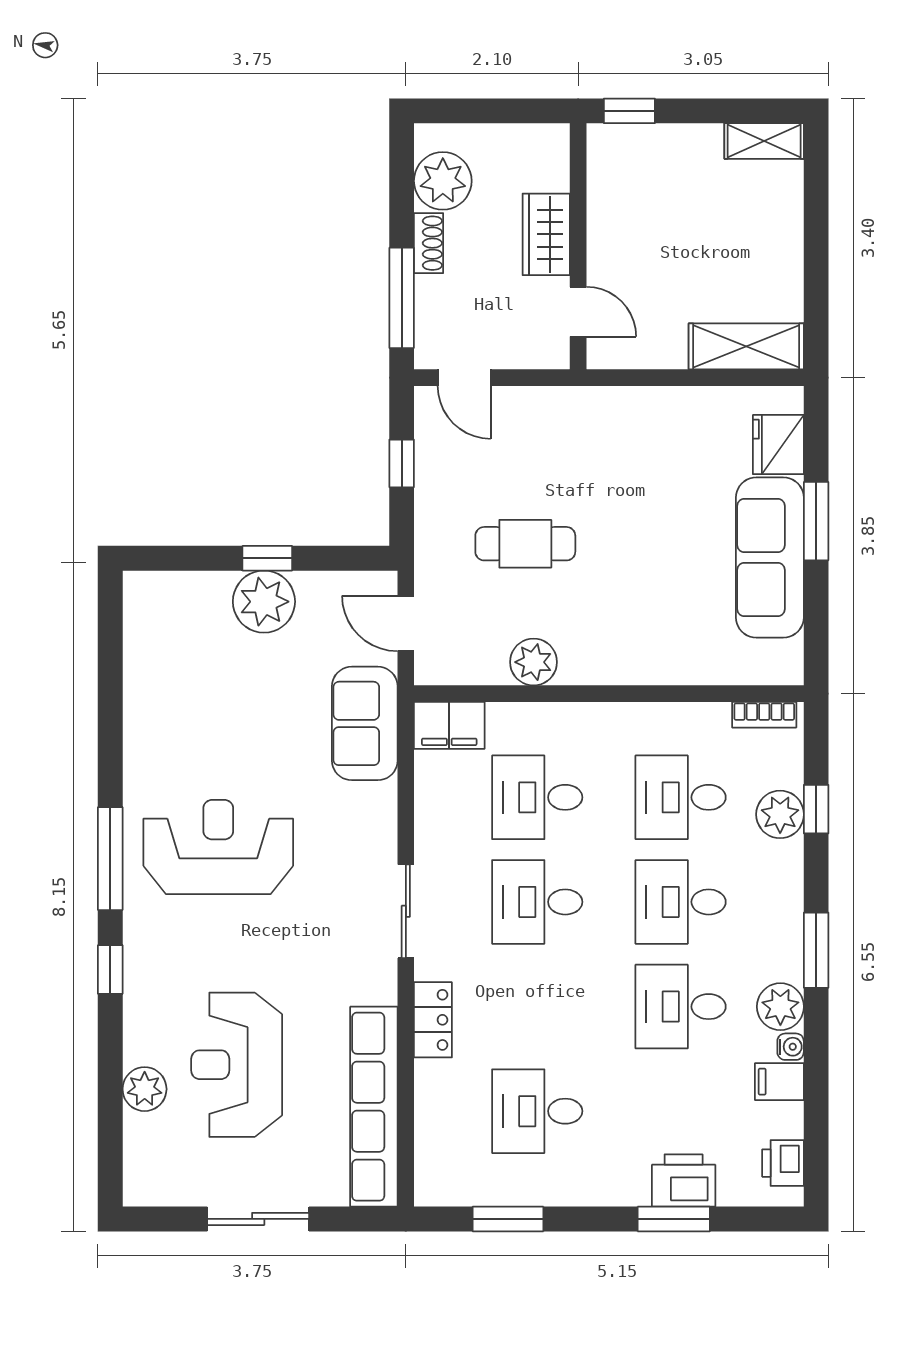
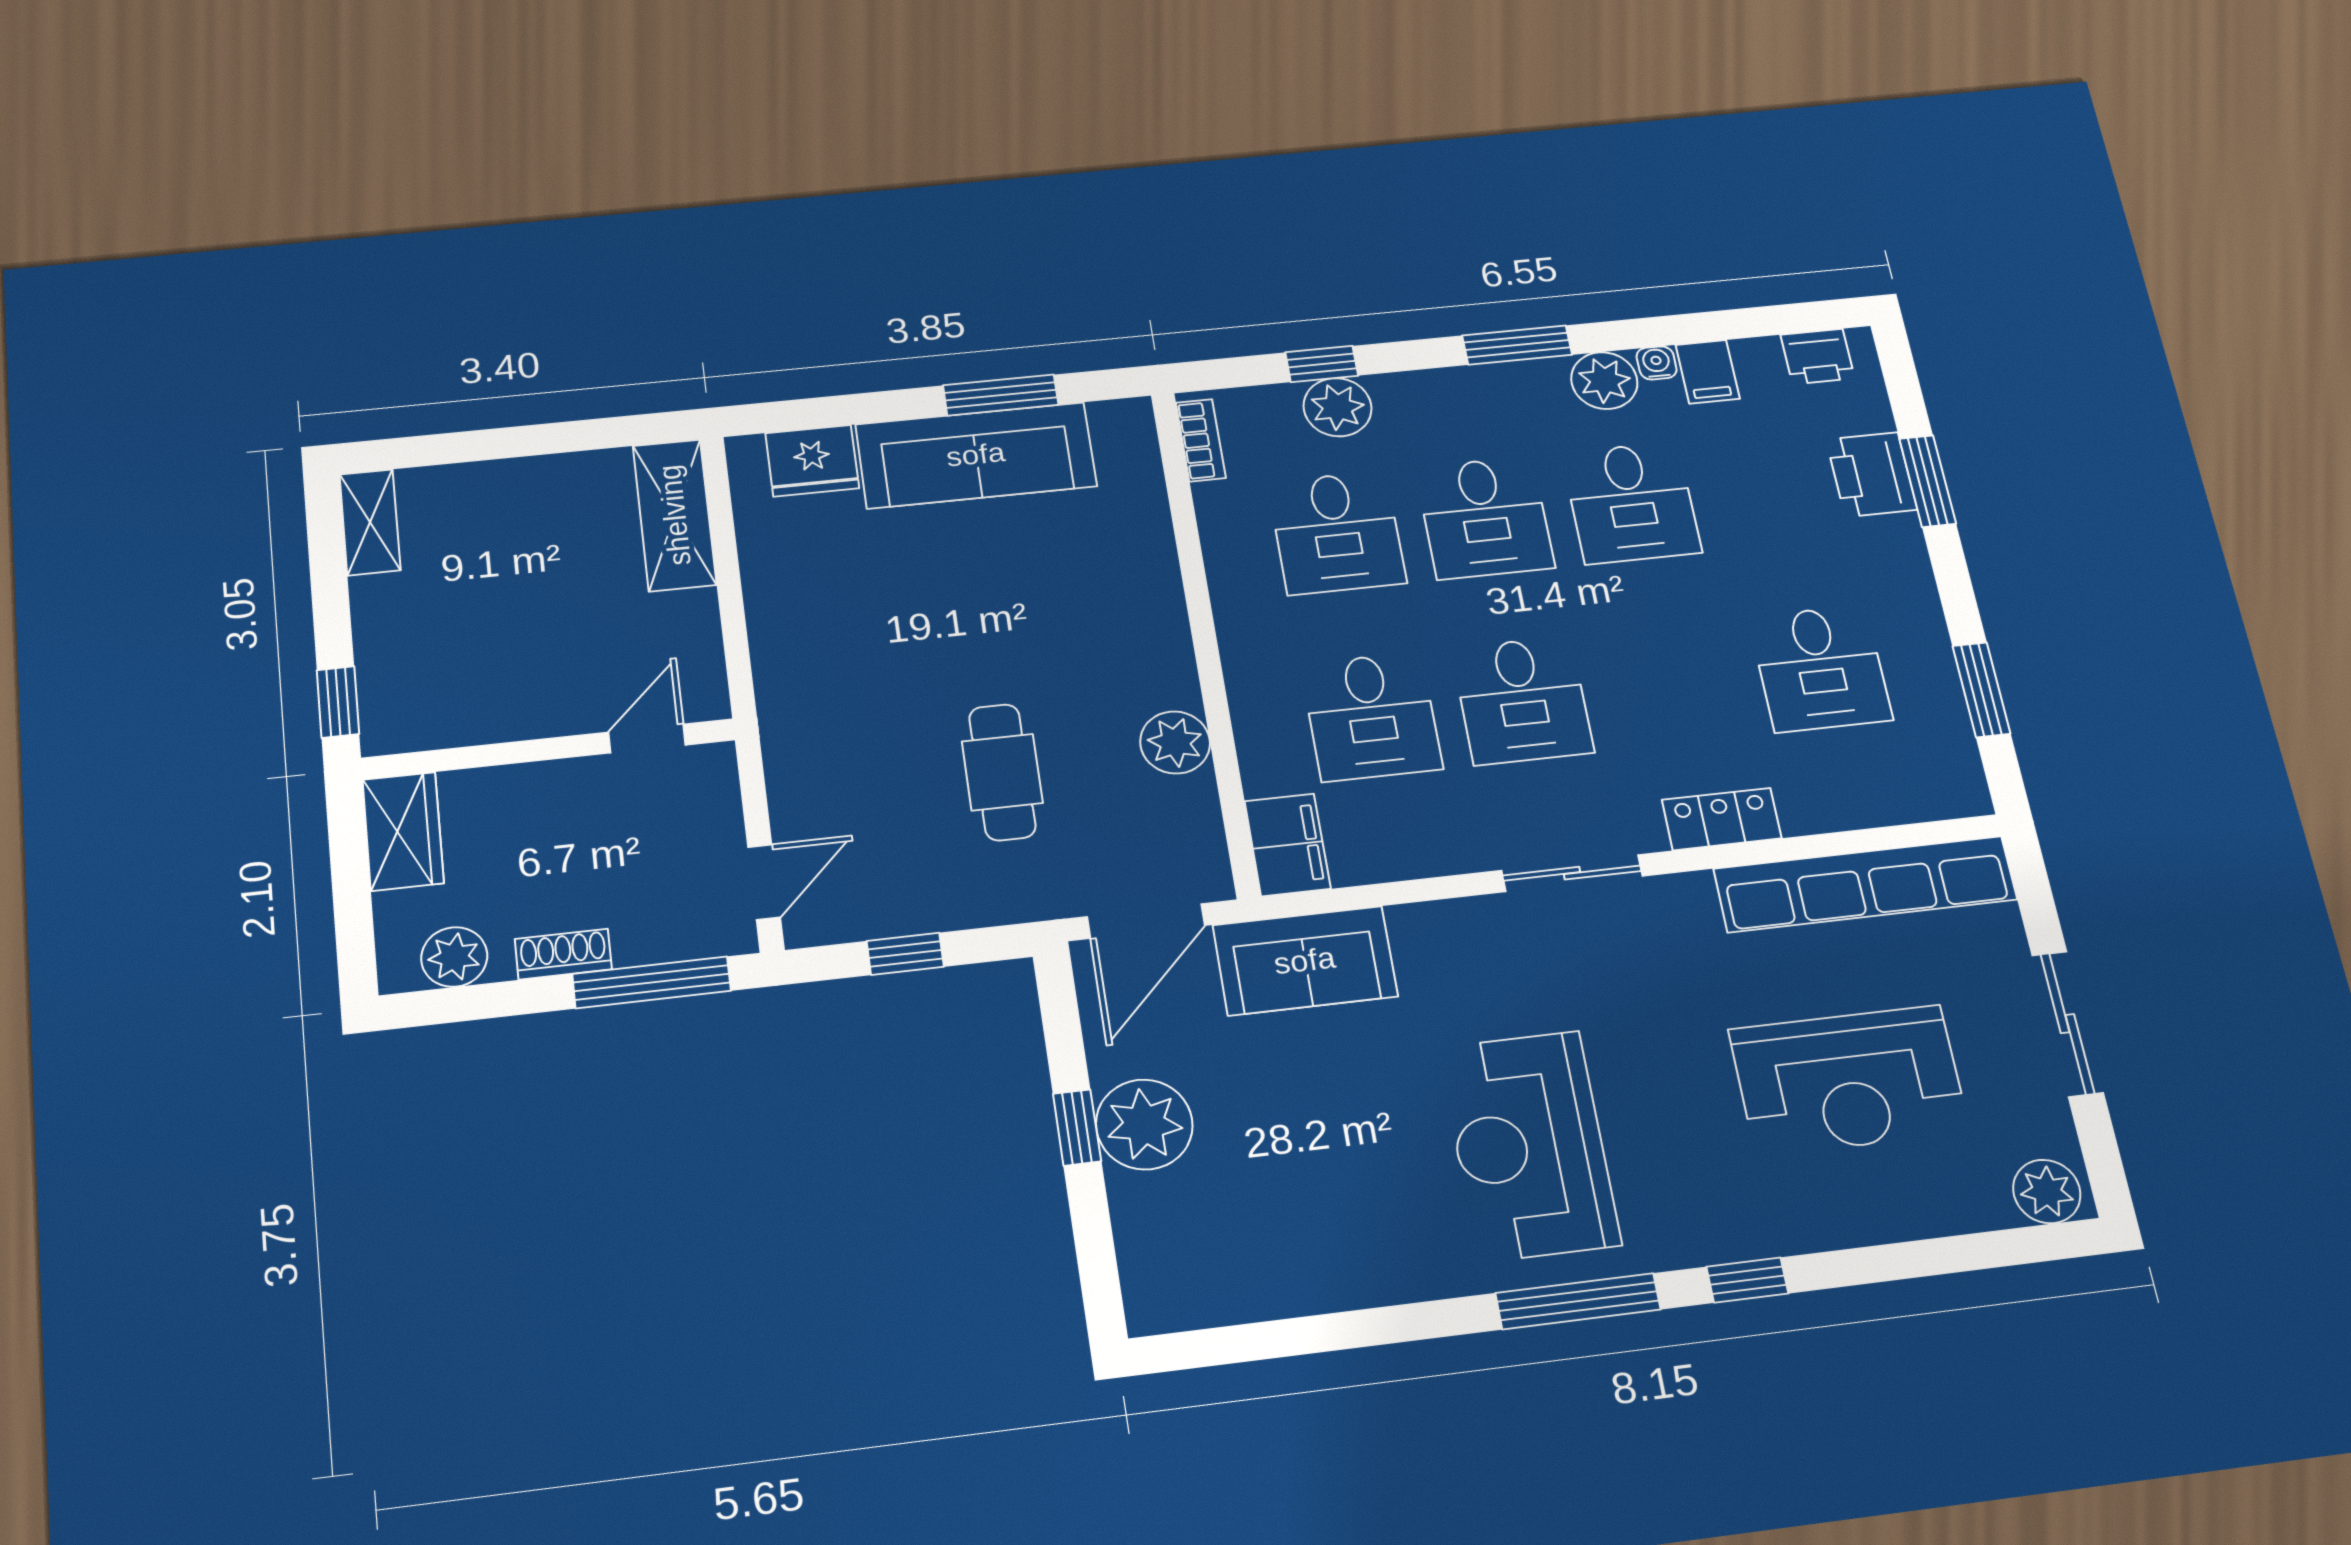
plant: (443, 181) -> (454, 957), width x0.73, depth x0.73
wardrobe: (546, 234) -> (403, 831), moved, turned -90
window: (816, 521) -> (1001, 395), moved
door: (406, 623) -> (1146, 921), width x1.37
plant: (145, 1089) -> (2047, 1192), moved

